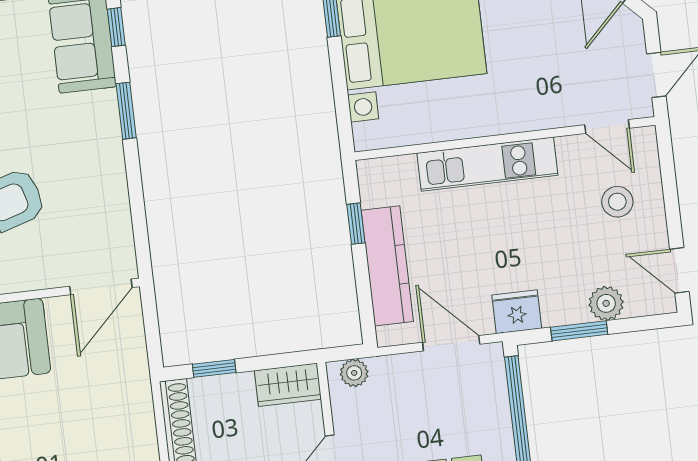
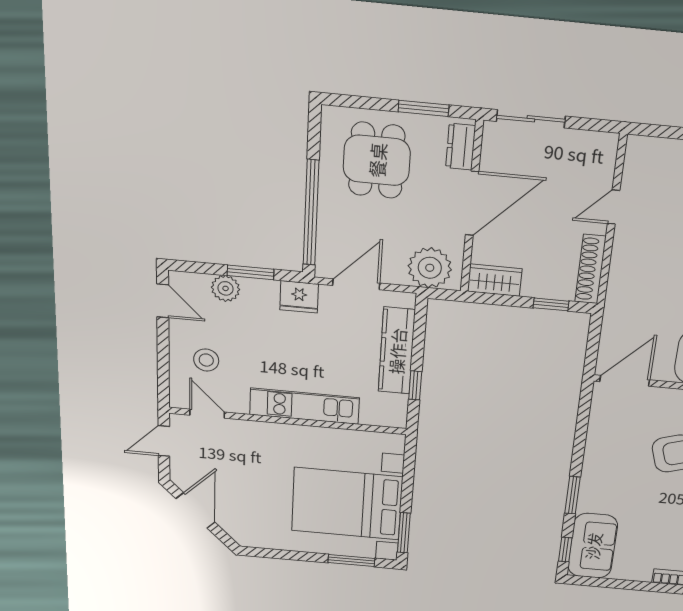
door: (451, 343) -> (356, 284), swing flipped
plant: (354, 373) -> (430, 268), width x1.87, depth x1.87

